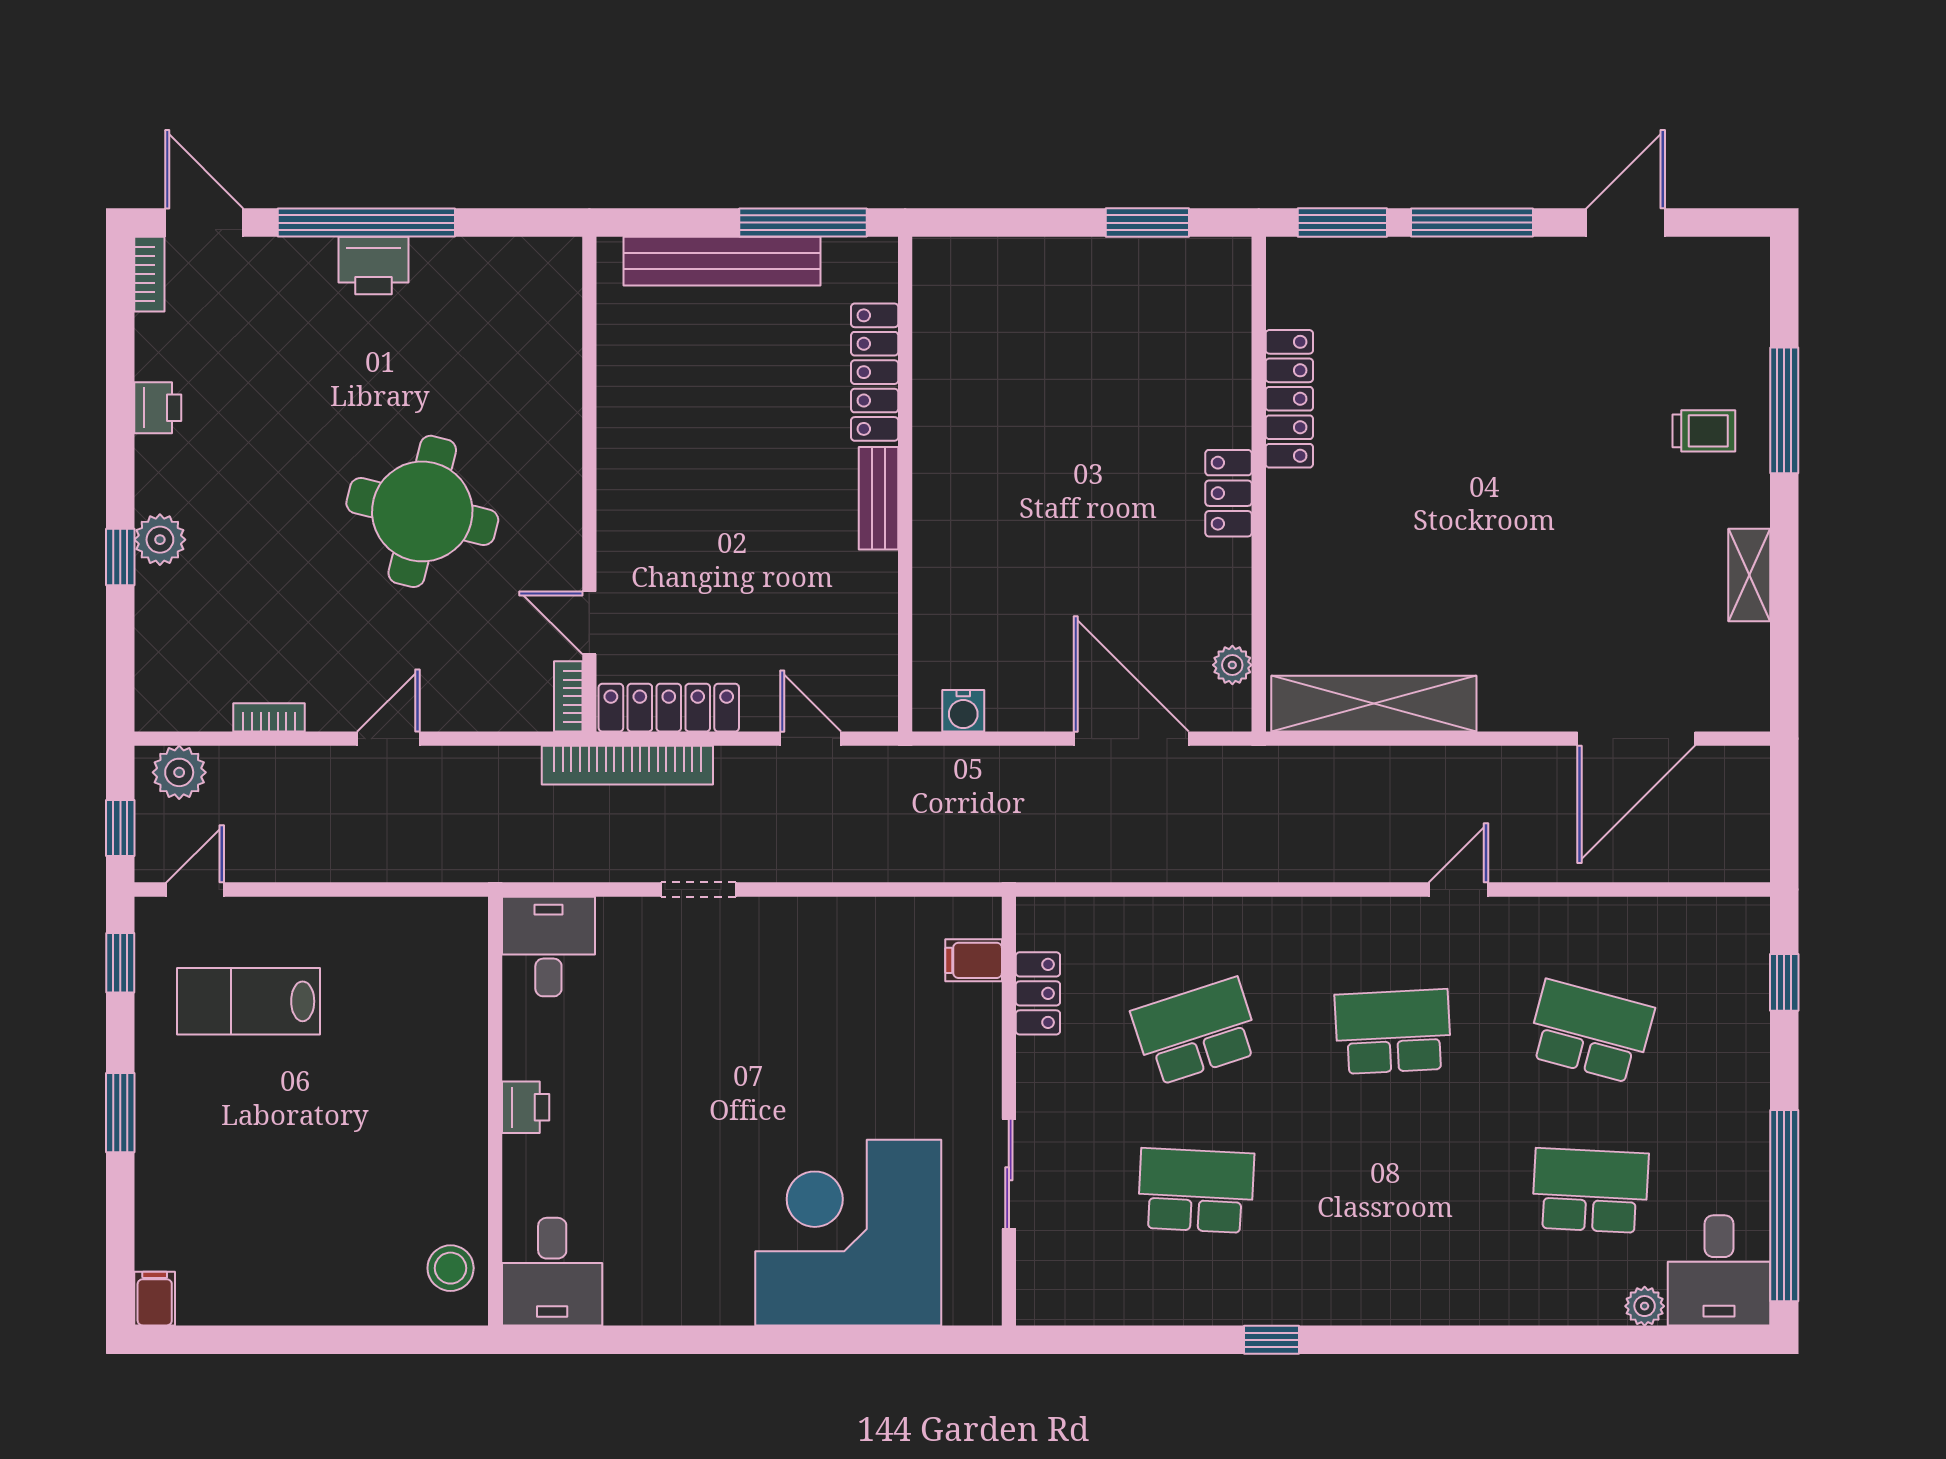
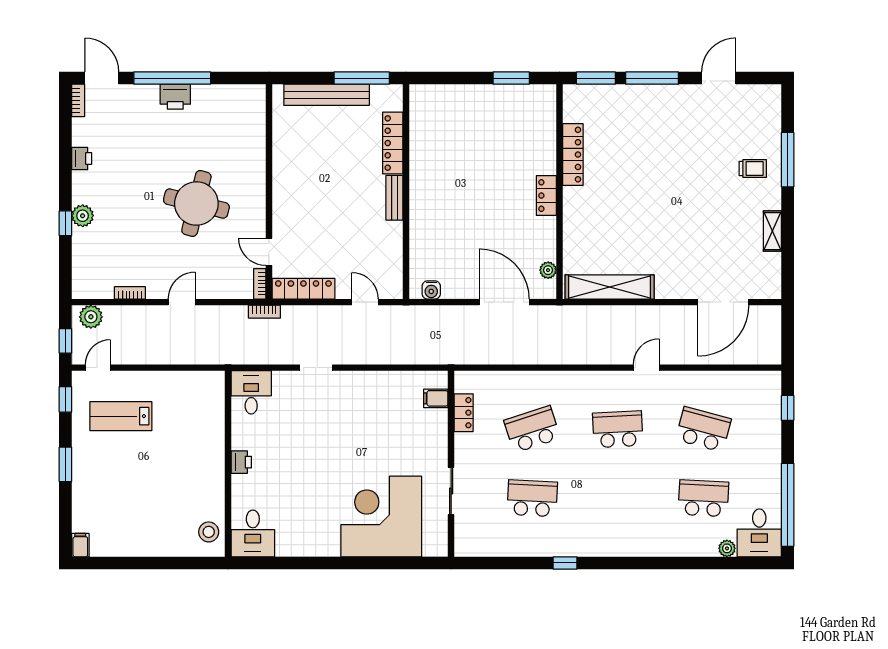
bookcase: (627, 765) -> (264, 312), width x0.43, depth x0.76

